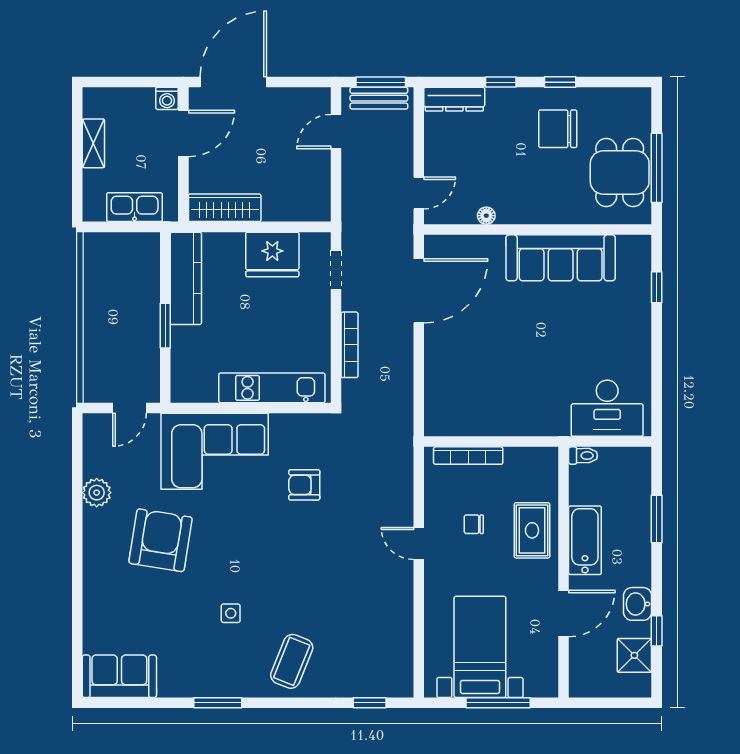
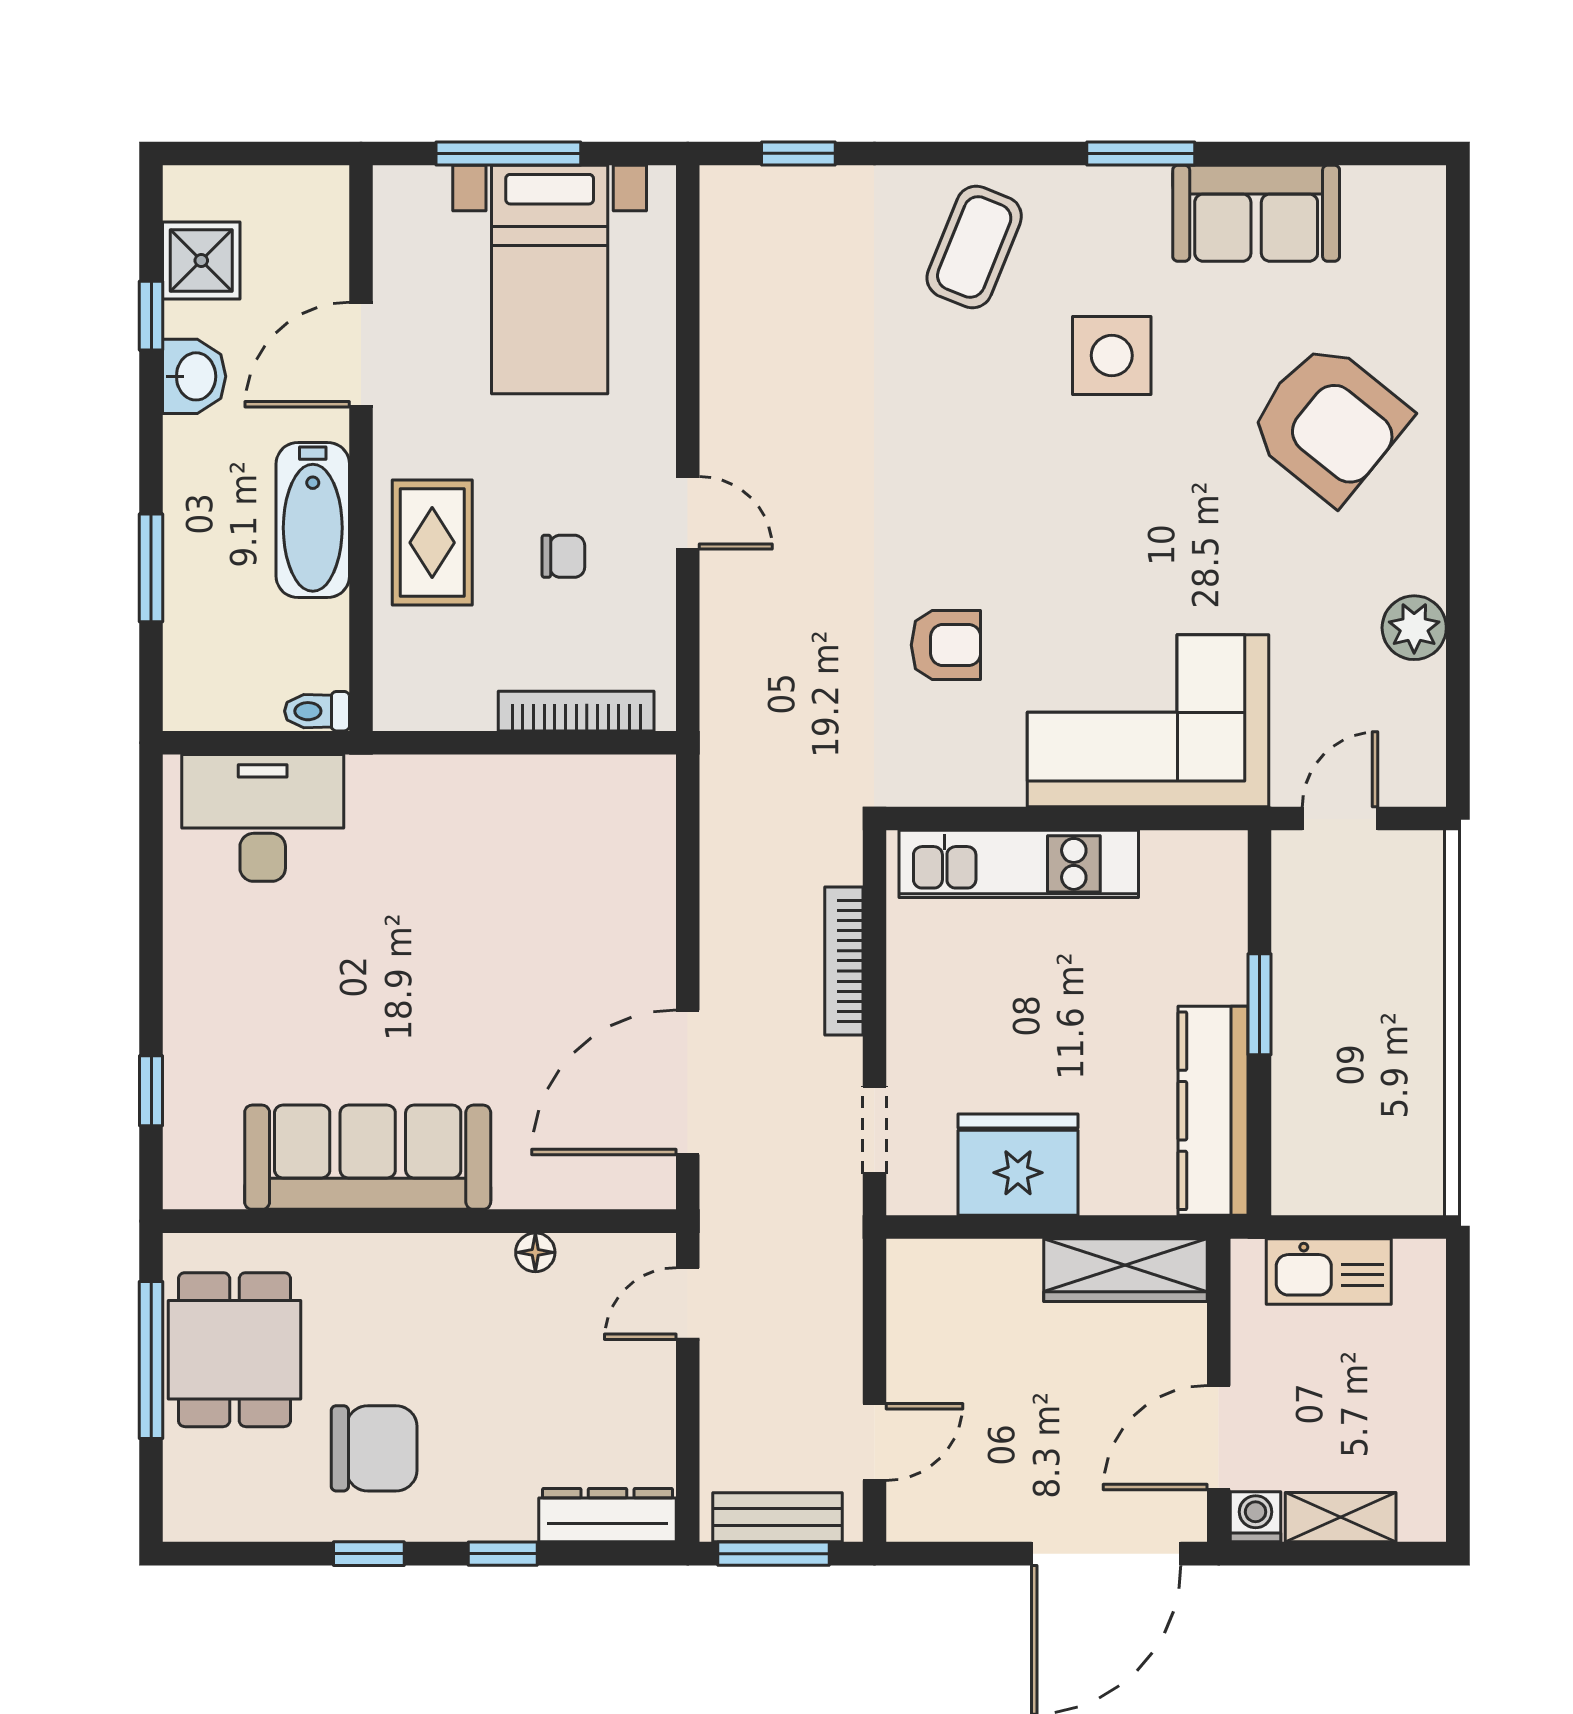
shelving: (93, 143) -> (1341, 1517), moved, turned 90
armchair: (161, 540) -> (1329, 423), moved, turned -60
side table: (231, 613) -> (1112, 355), width x1.87, depth x1.87
sofa: (119, 676) -> (1256, 213), moved

